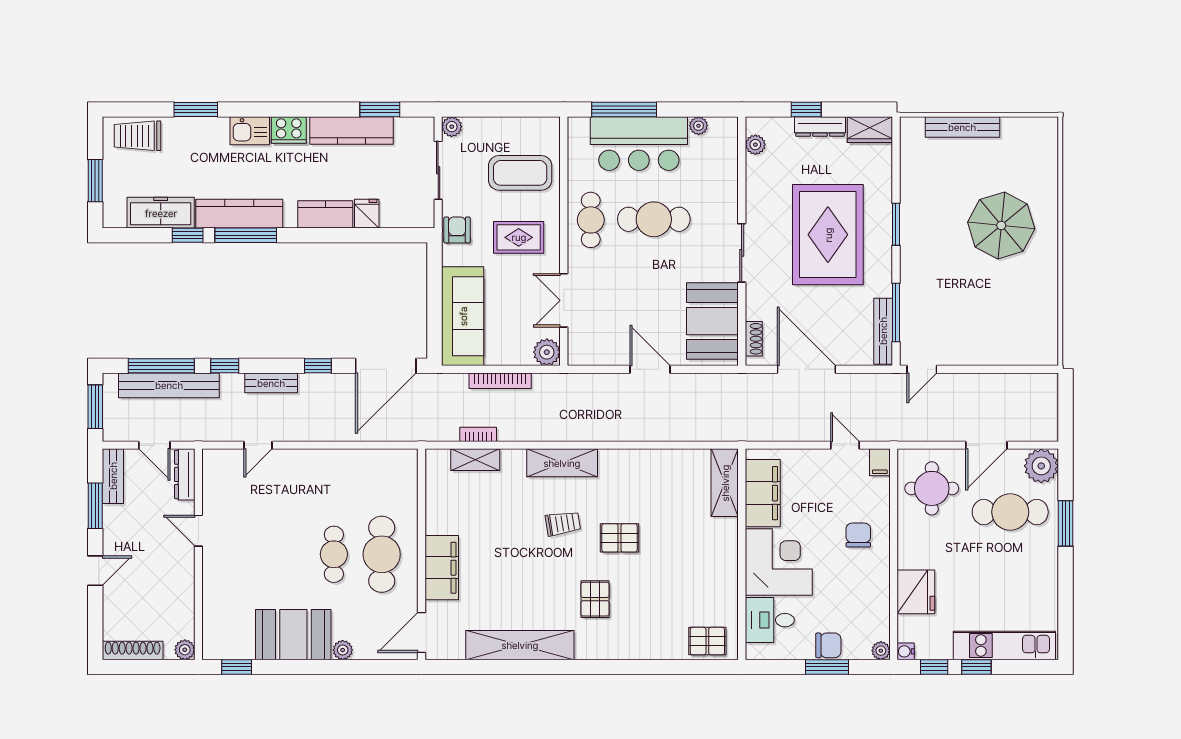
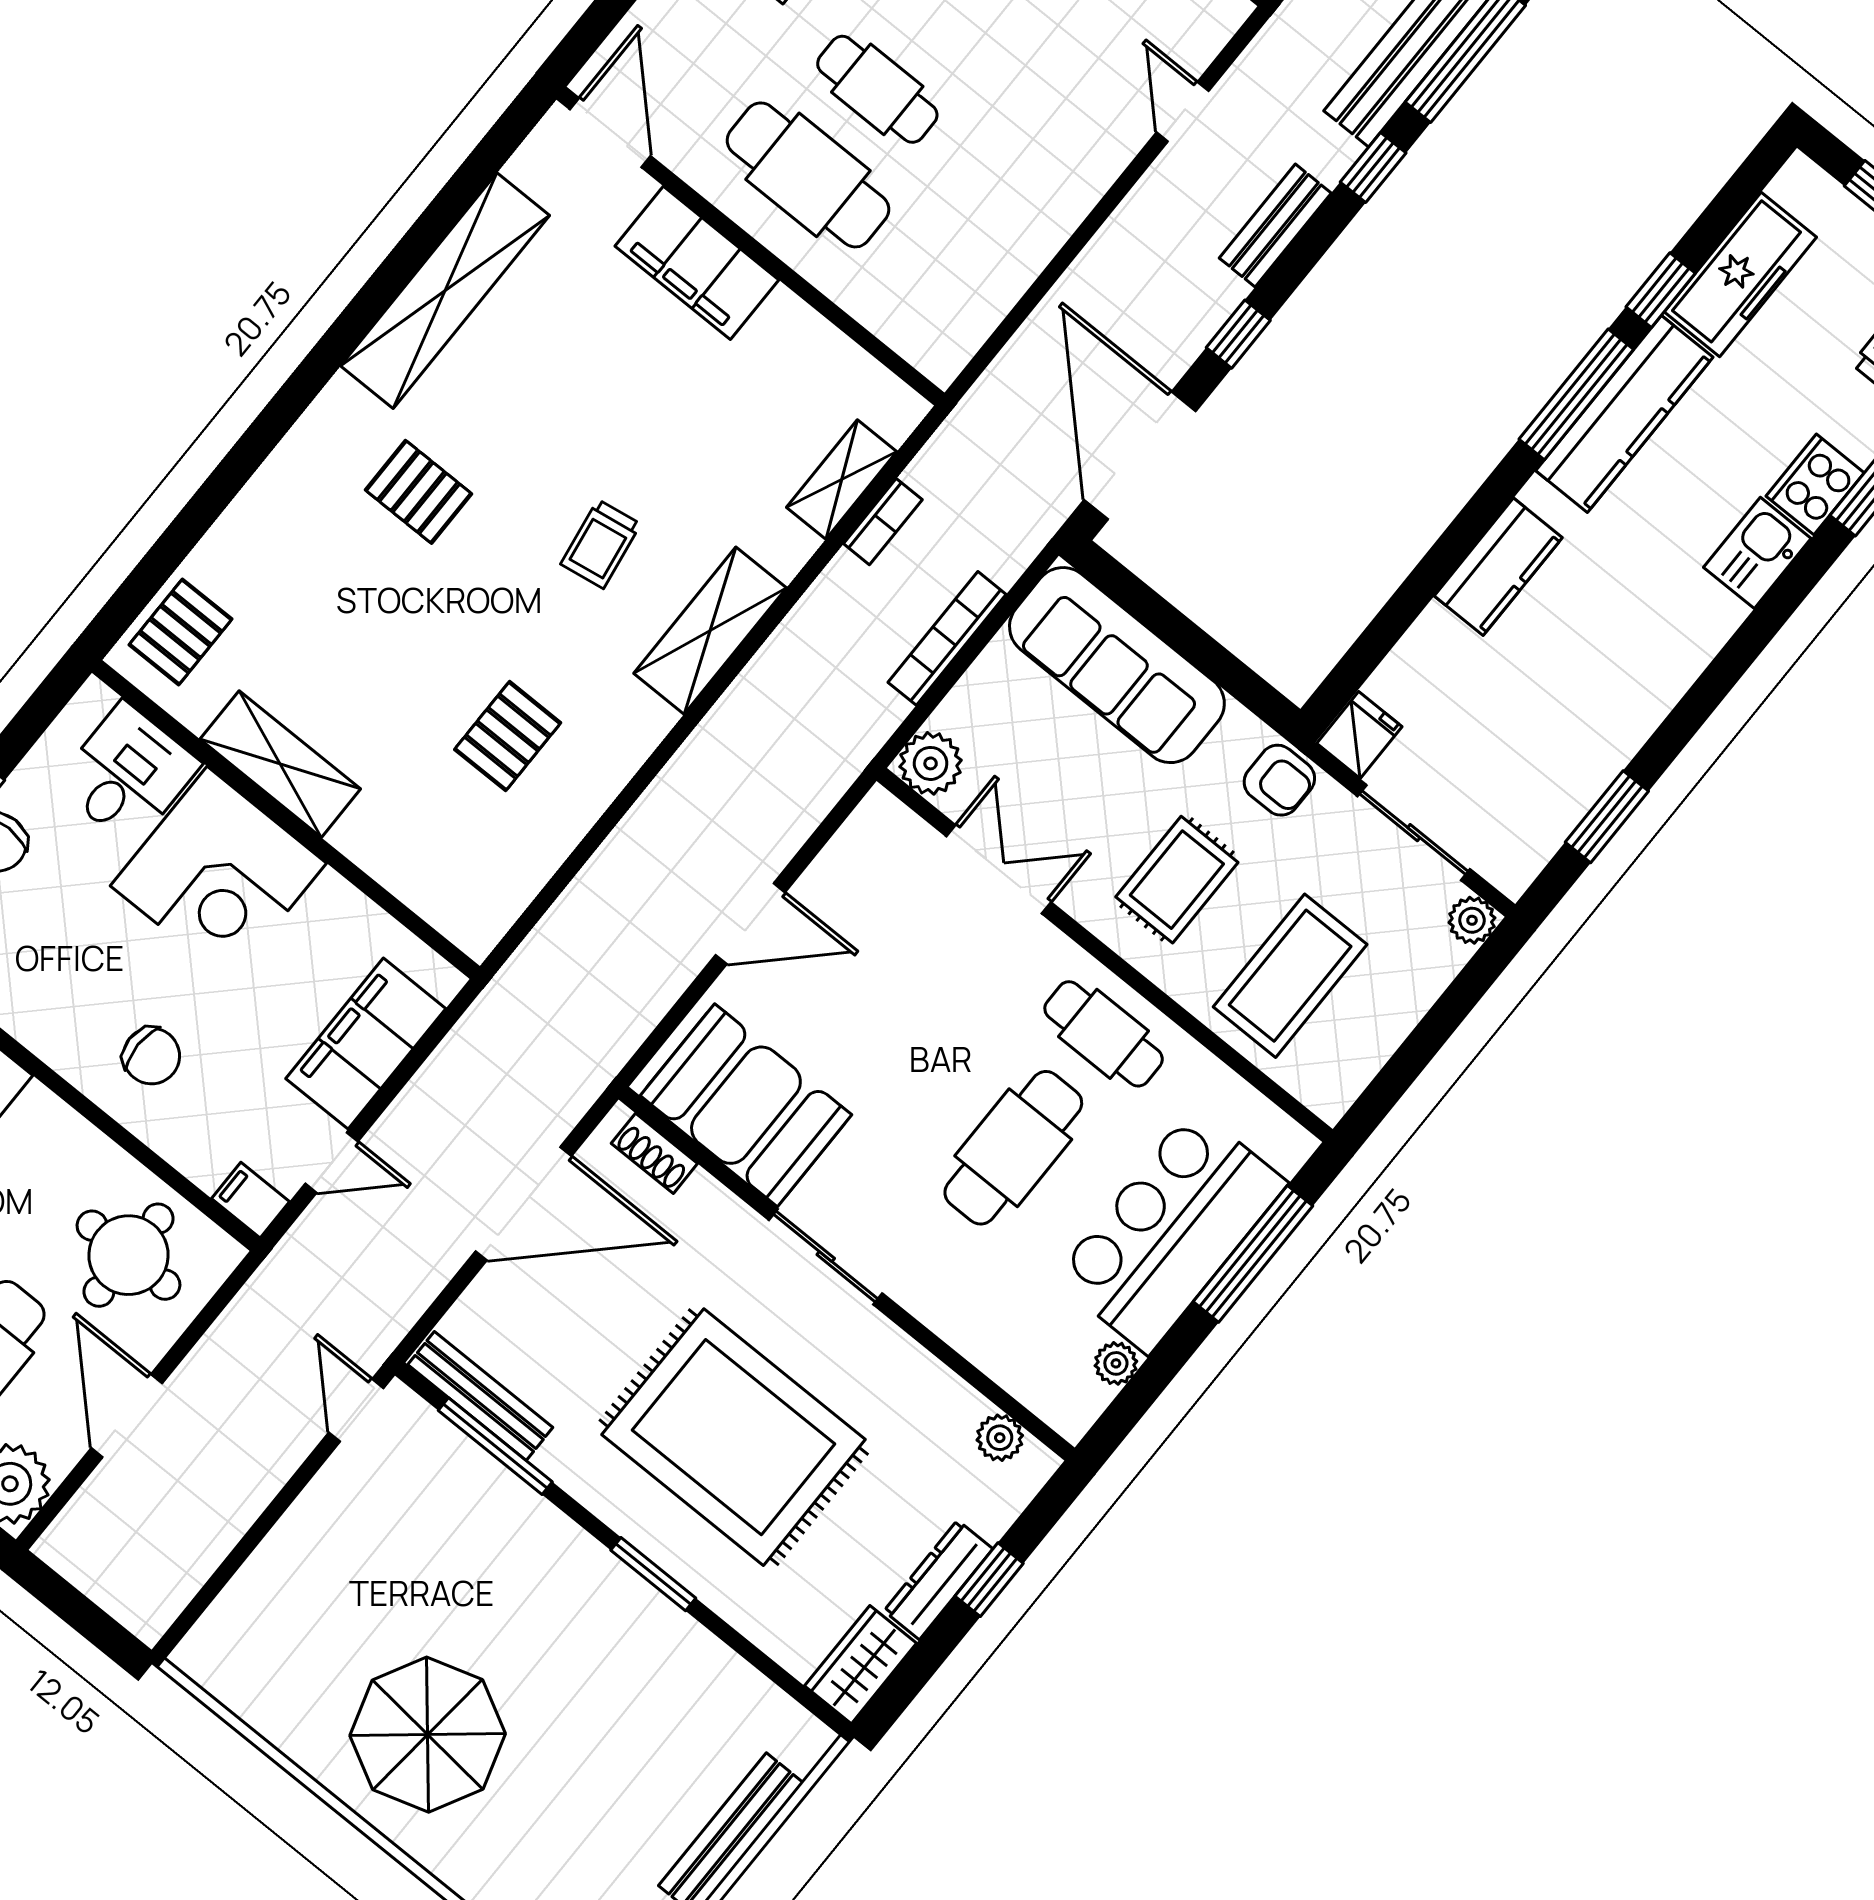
cooker: (289, 130) -> (1815, 484), moved
kitchen counter: (352, 130) -> (1611, 735), removed
fridge: (367, 214) -> (1359, 735), moved, turned -90
parasol: (1001, 225) -> (428, 1735), moved
shelving: (725, 483) -> (280, 764), moved
filing cabinet: (763, 493) -> (366, 1044), moved, turned 90
pallet: (619, 538) -> (508, 736), moved

